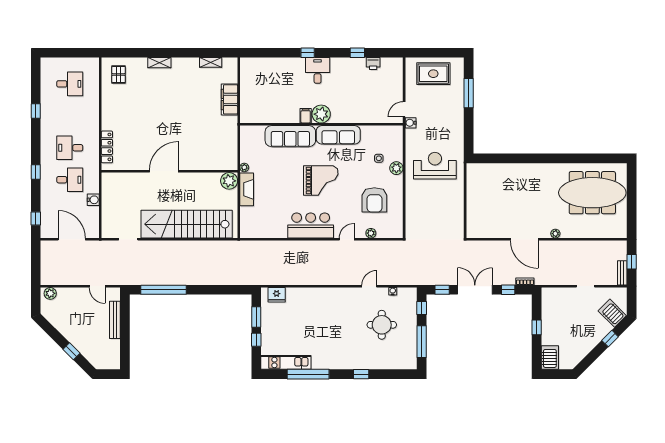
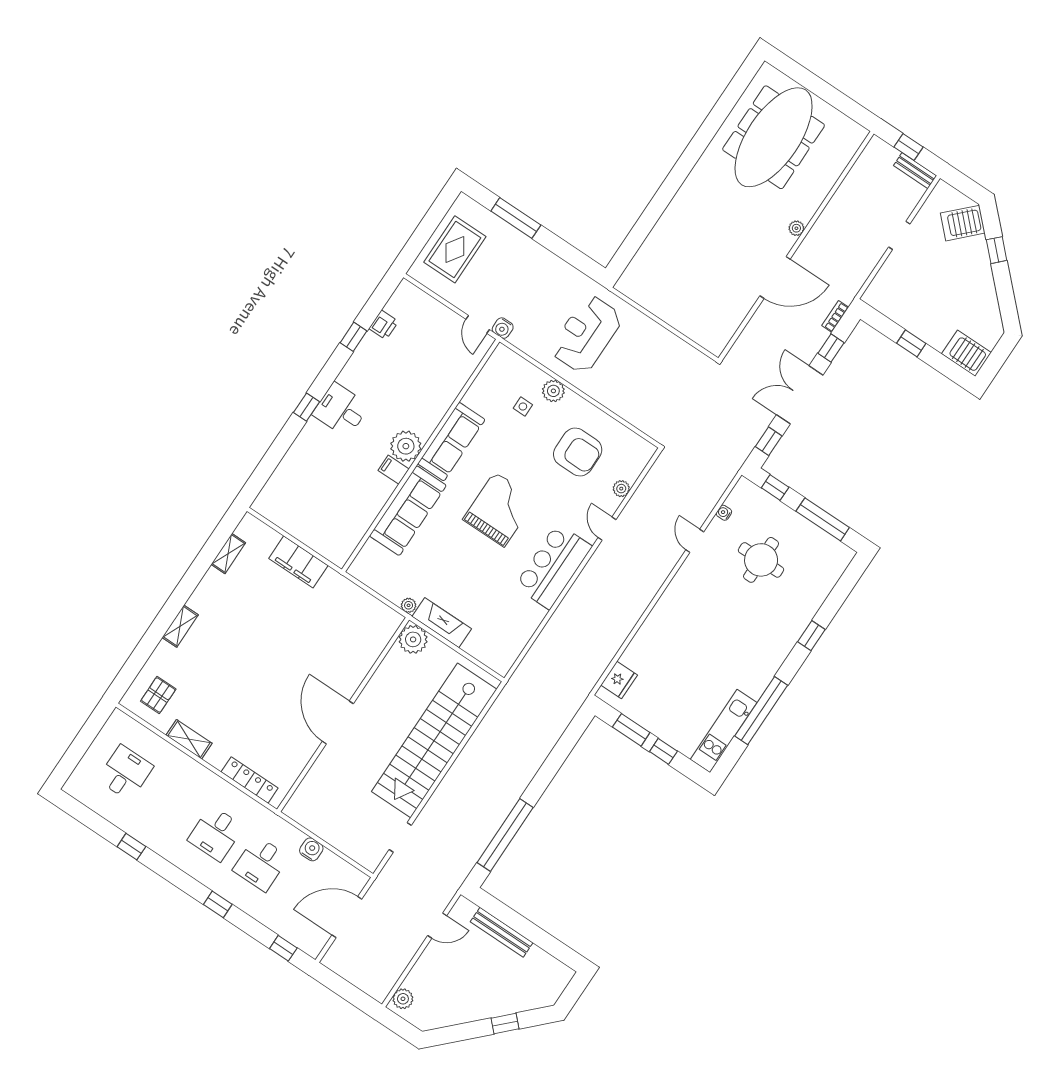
pallet: (119, 74) -> (158, 695), turned 90
shelving: (107, 104) -> (189, 739), added
desk: (70, 180) -> (261, 864), turned 180

